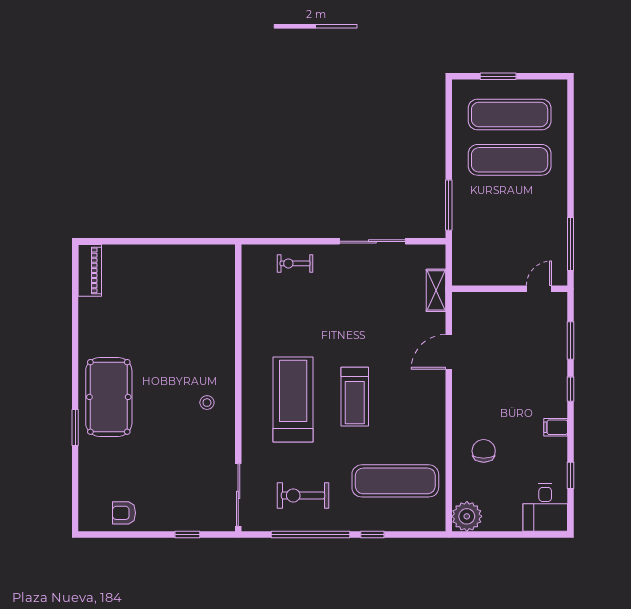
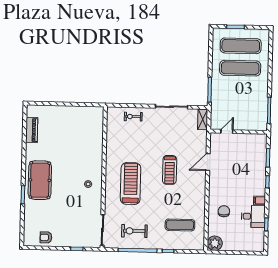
piano: (90, 270) -> (32, 130), moved
door: (539, 289) -> (227, 131), moved
shelving: (436, 290) -> (203, 119), moved
treadmill: (355, 397) -> (170, 170), moved
exercise mat: (395, 481) -> (180, 225), width x0.73, depth x0.69
desk: (545, 507) -> (253, 216), moved, turned -90

